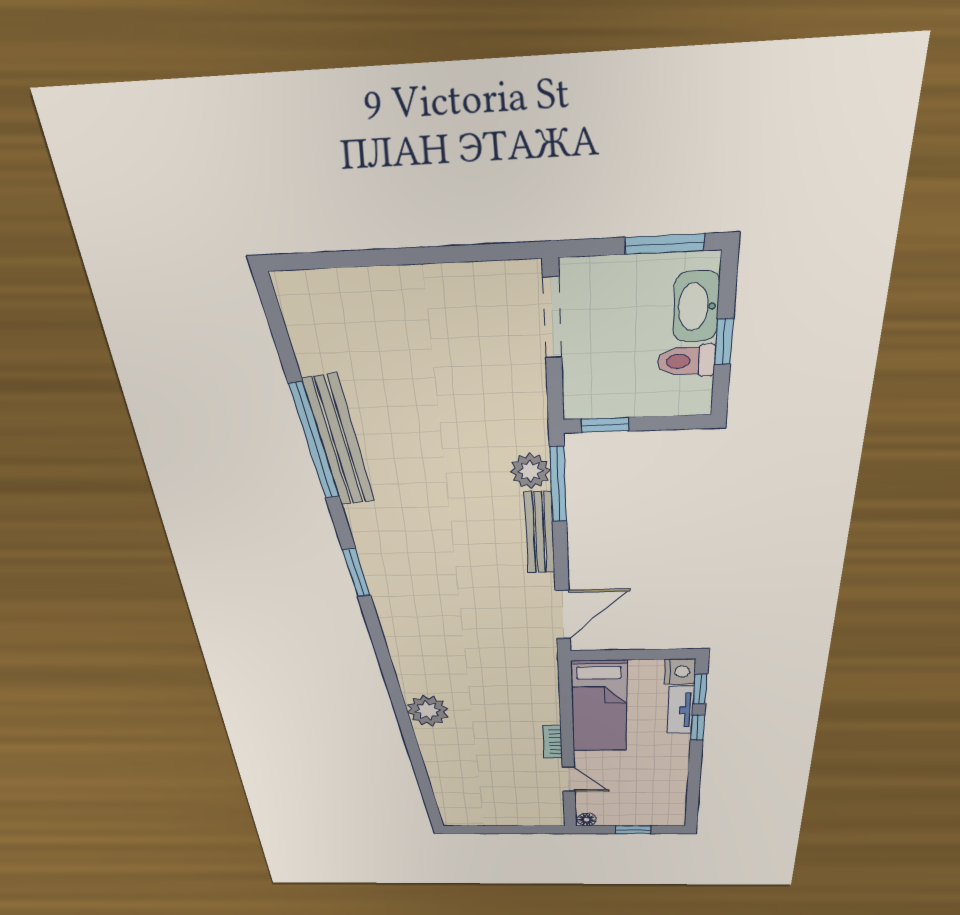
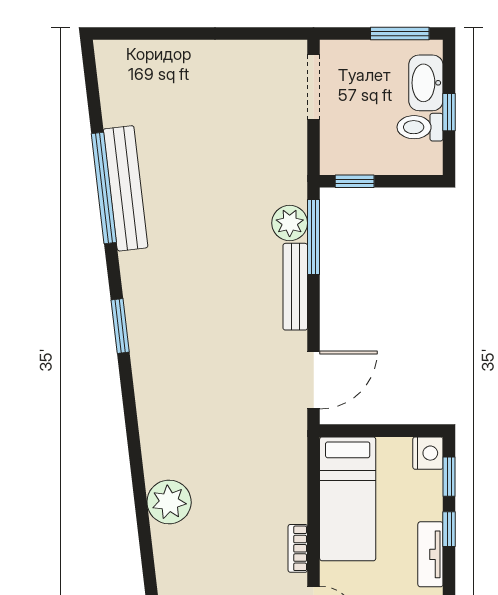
tv unit: (680, 710) -> (430, 554), moved

